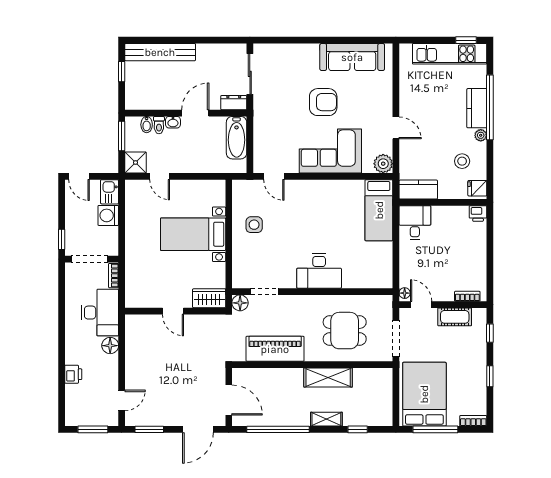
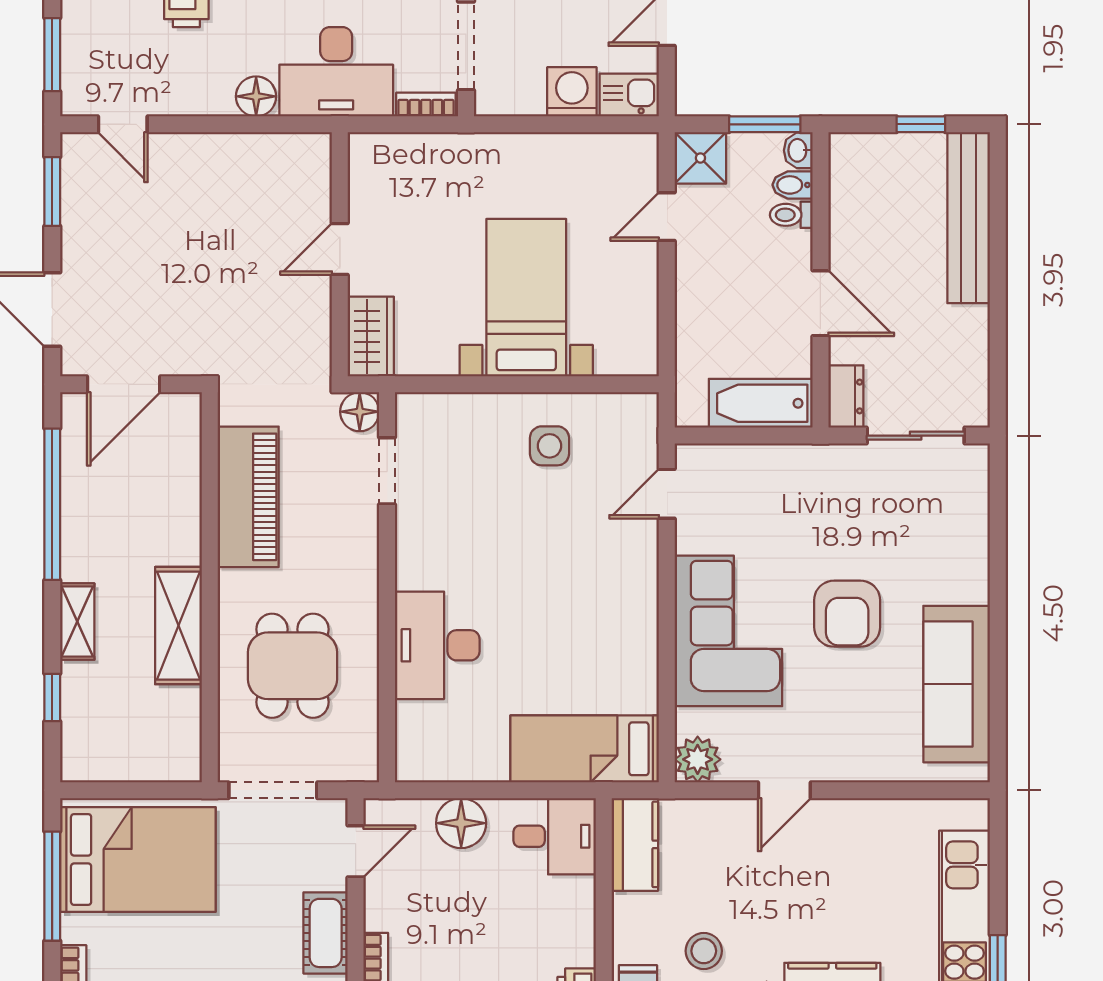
washbasin: (173, 122) -> (798, 150), moved
desk: (319, 271) -> (437, 645), moved
floor lamp: (405, 293) -> (461, 823), moved, width x1.89, depth x1.89

